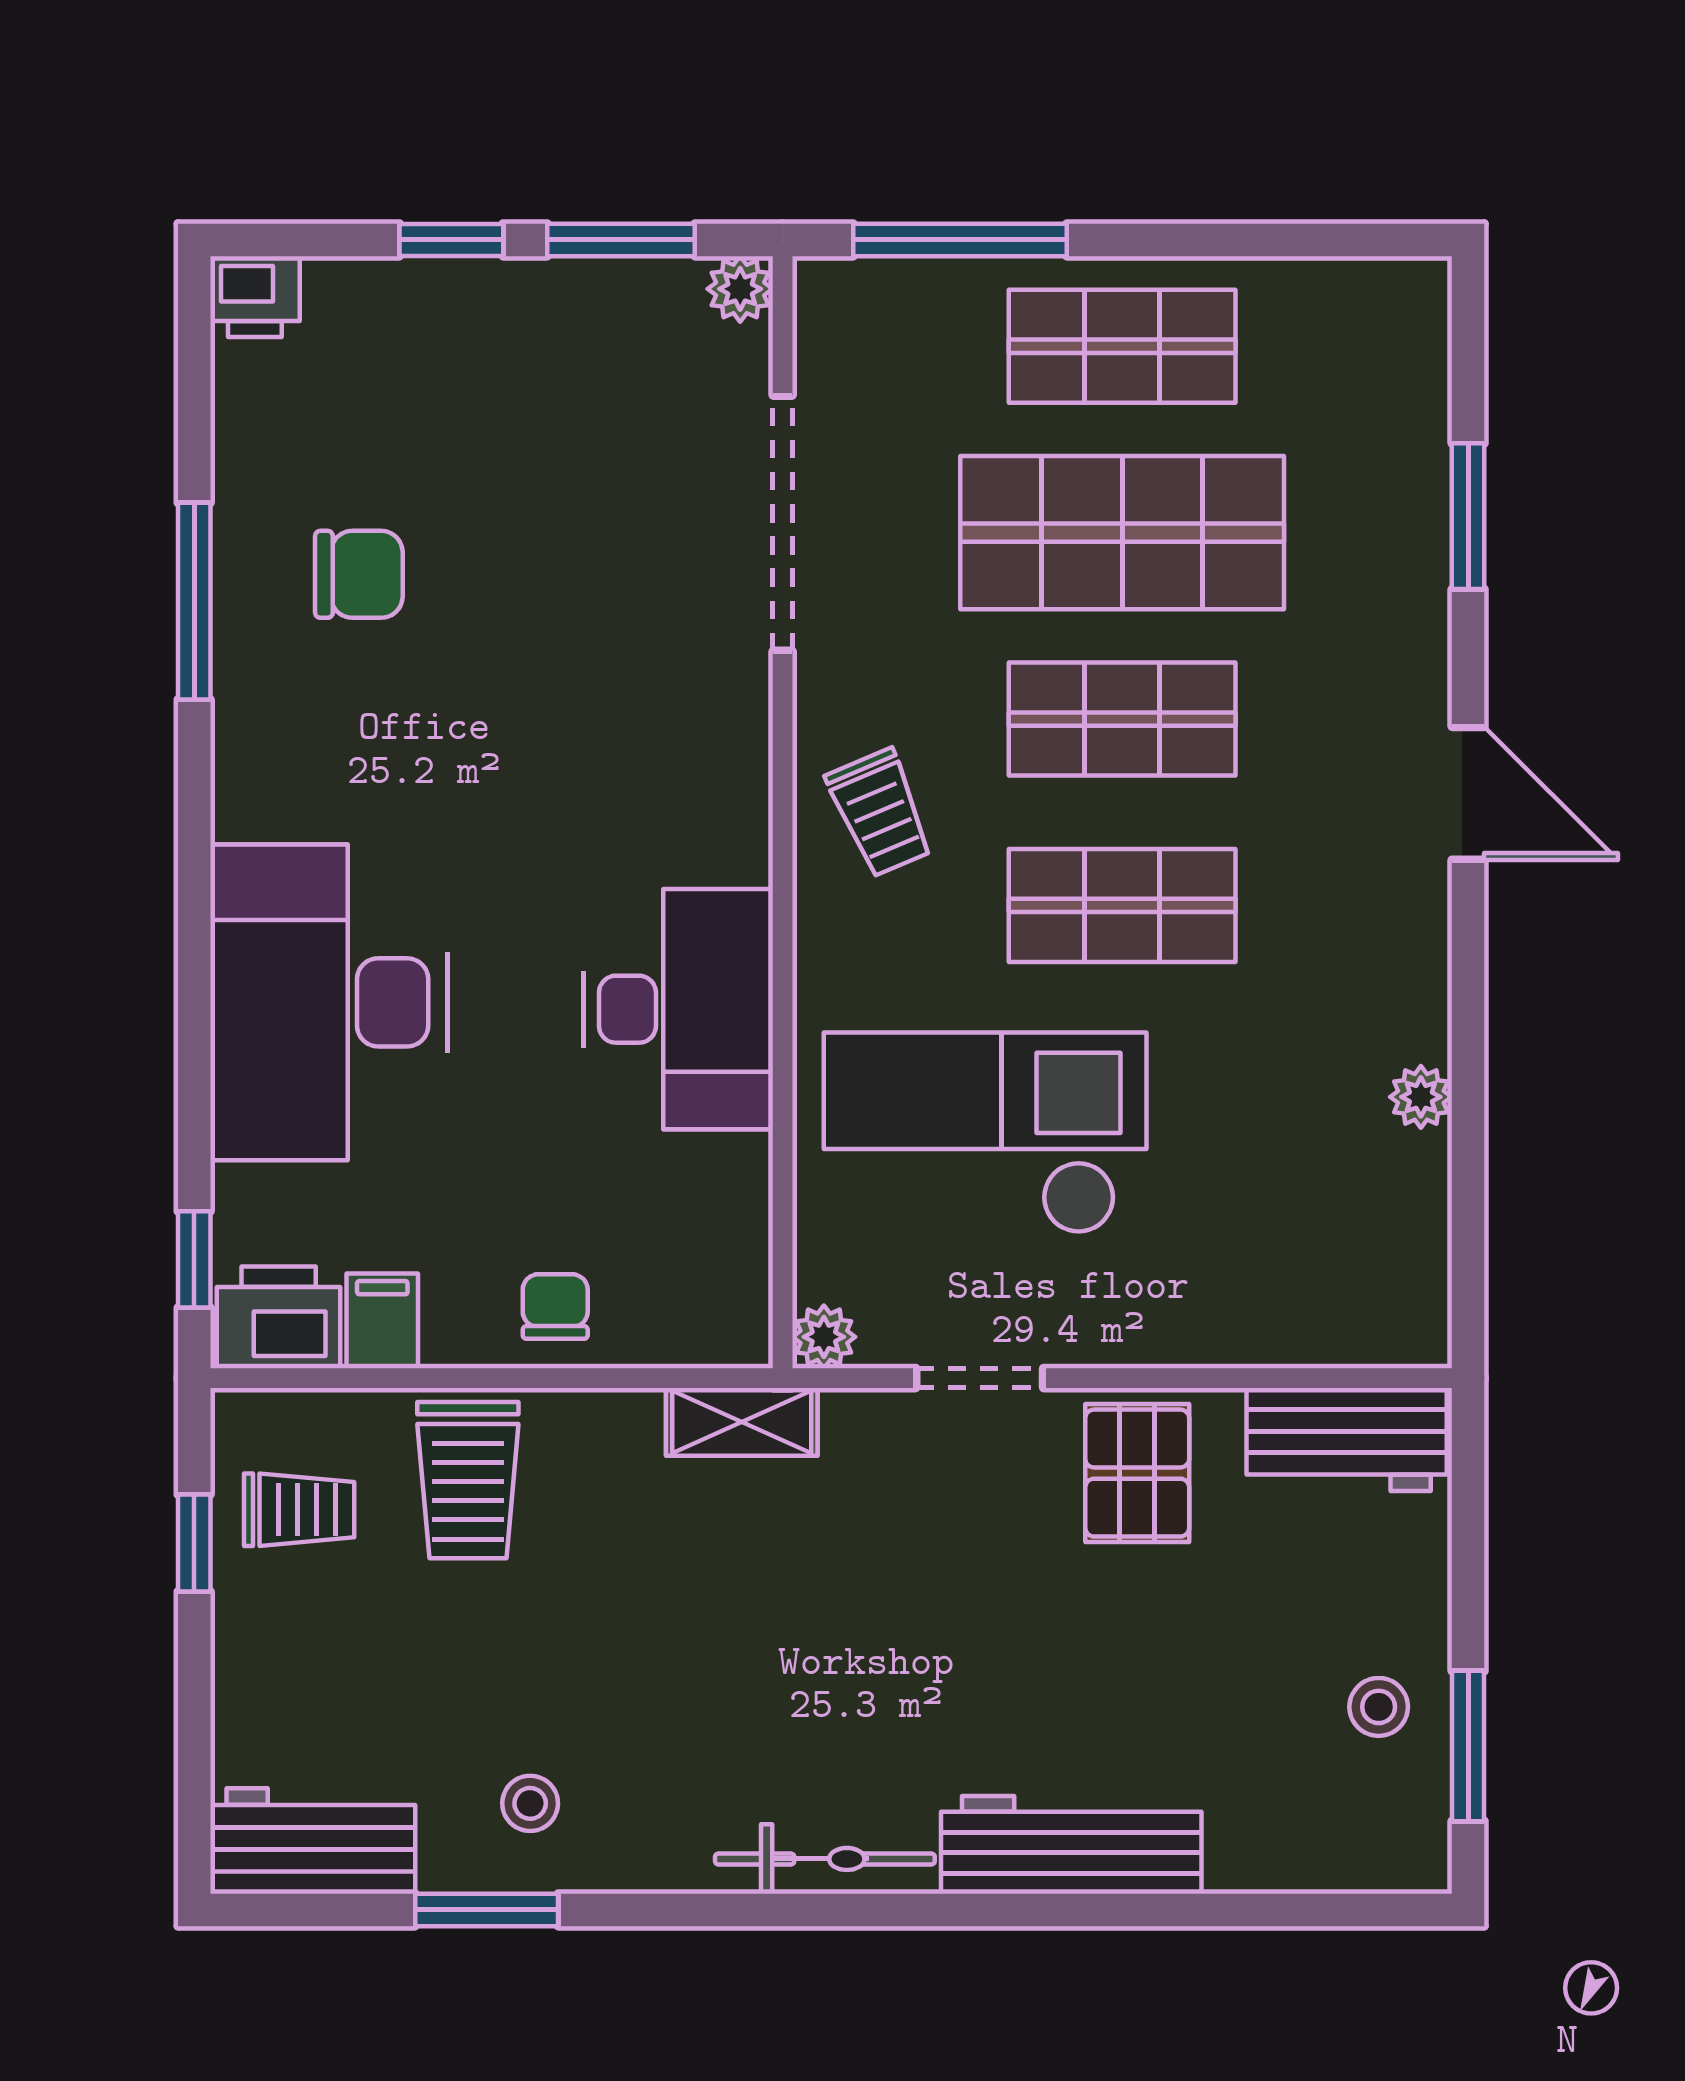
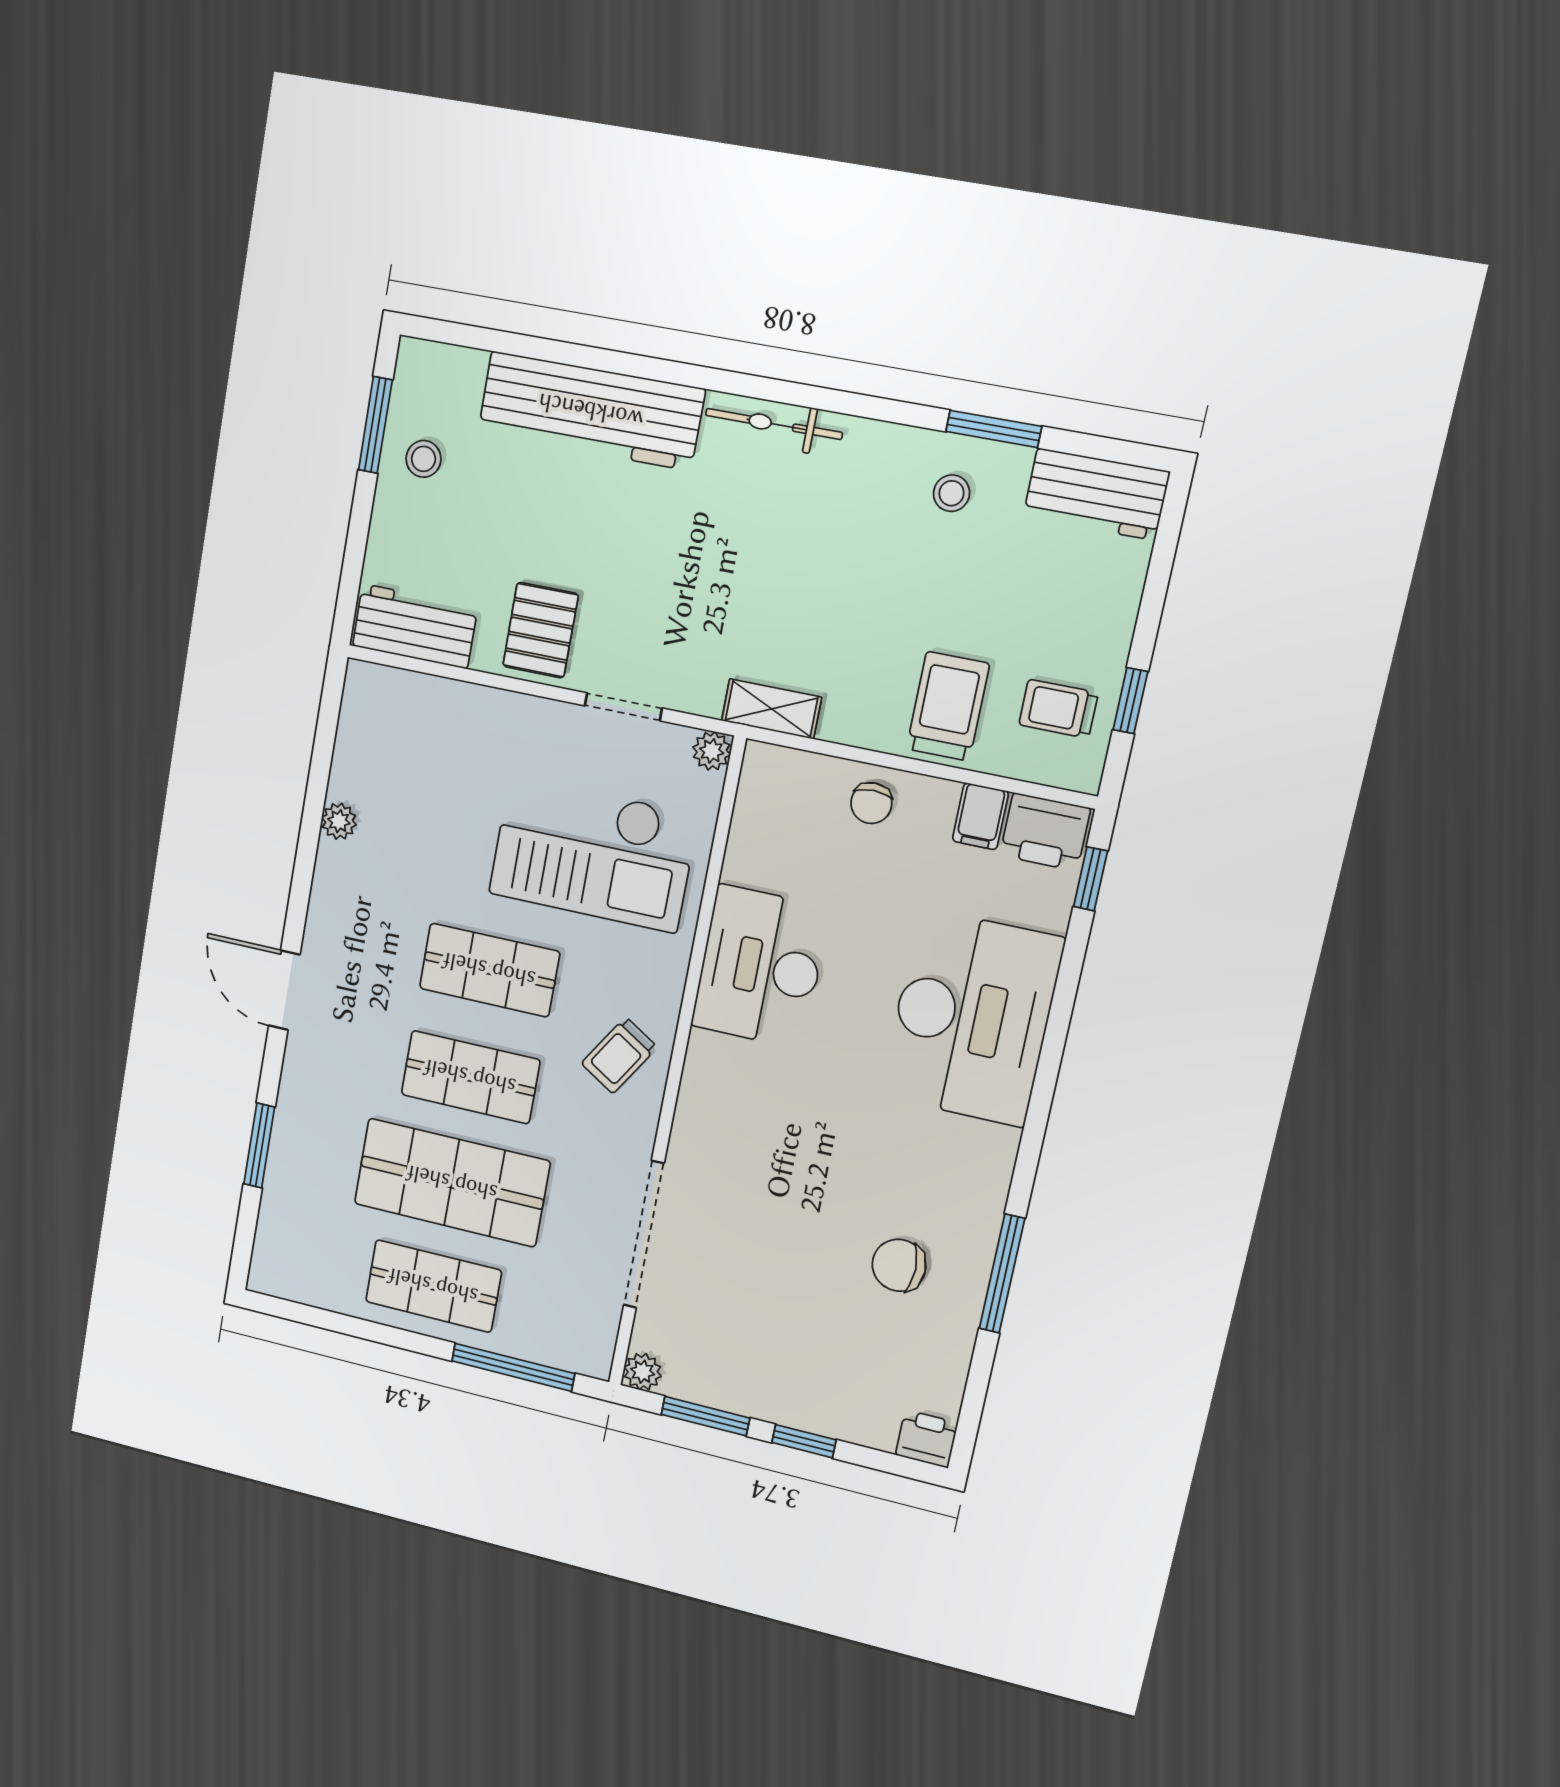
trolley: (880, 813) -> (619, 1055), turned -125
workbench: (1071, 1845) -> (591, 411), width x1.36, depth x1.32

